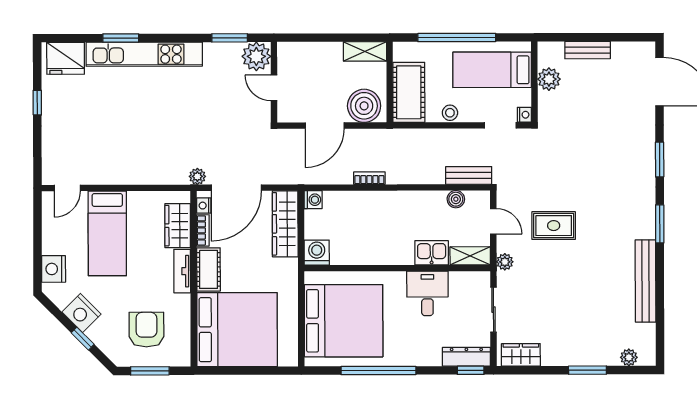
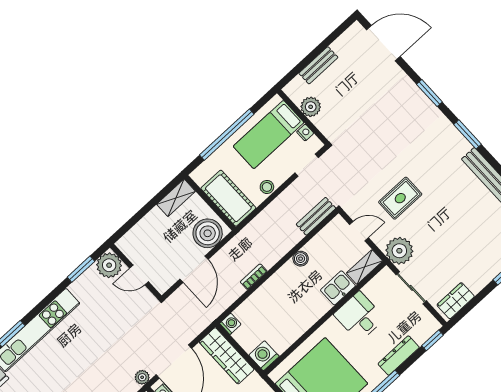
nightstand: (524, 115) -> (305, 133), moved
boiler: (456, 199) -> (301, 259), moved
plant: (505, 262) -> (399, 251), width x1.87, depth x1.87
dresser: (466, 357) -> (399, 356), moved

